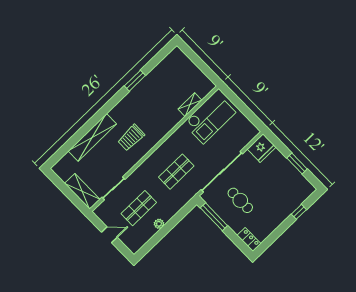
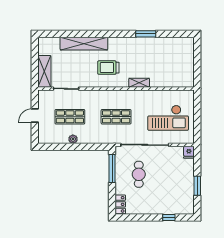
shelving: (190, 105) -> (139, 83), moved
checkout: (210, 118) -> (168, 118), moved
fridge: (262, 148) -> (189, 152), width x0.53, depth x0.75
door: (109, 235) -> (35, 116), swing flipped

